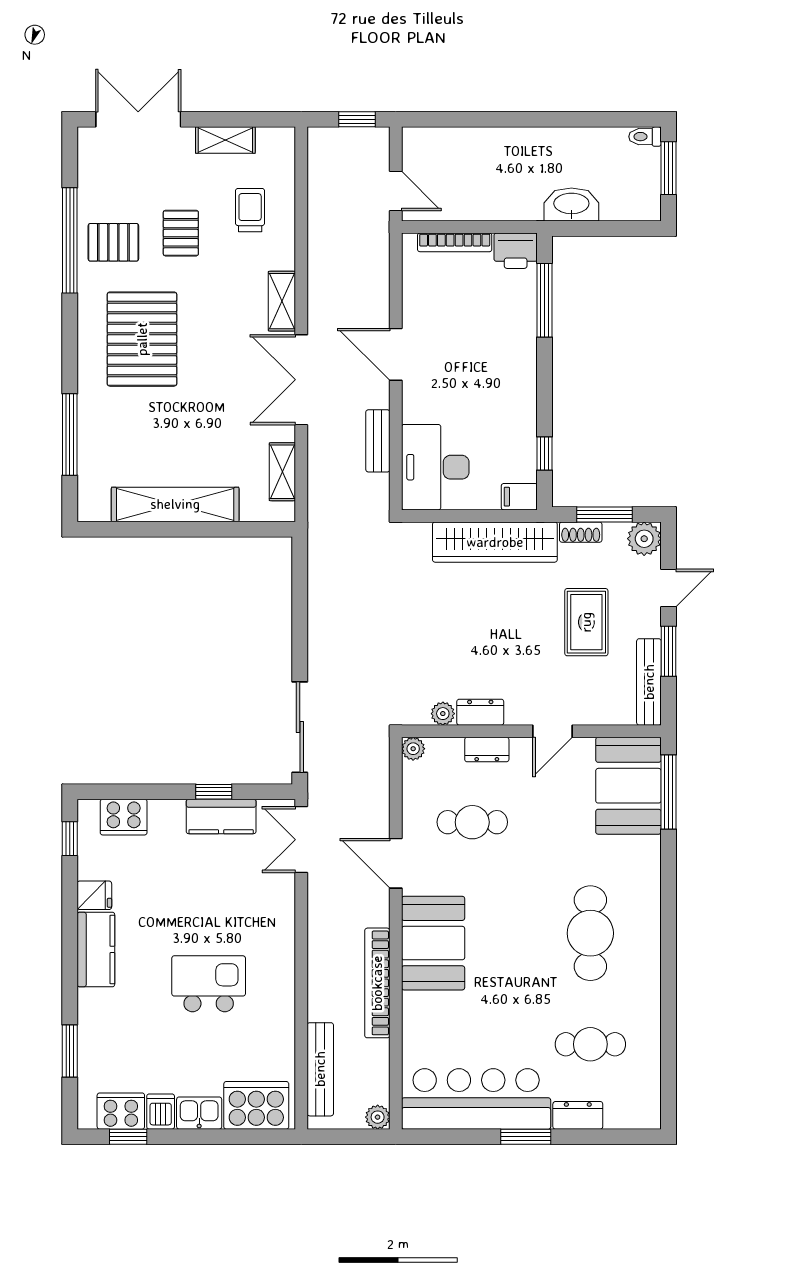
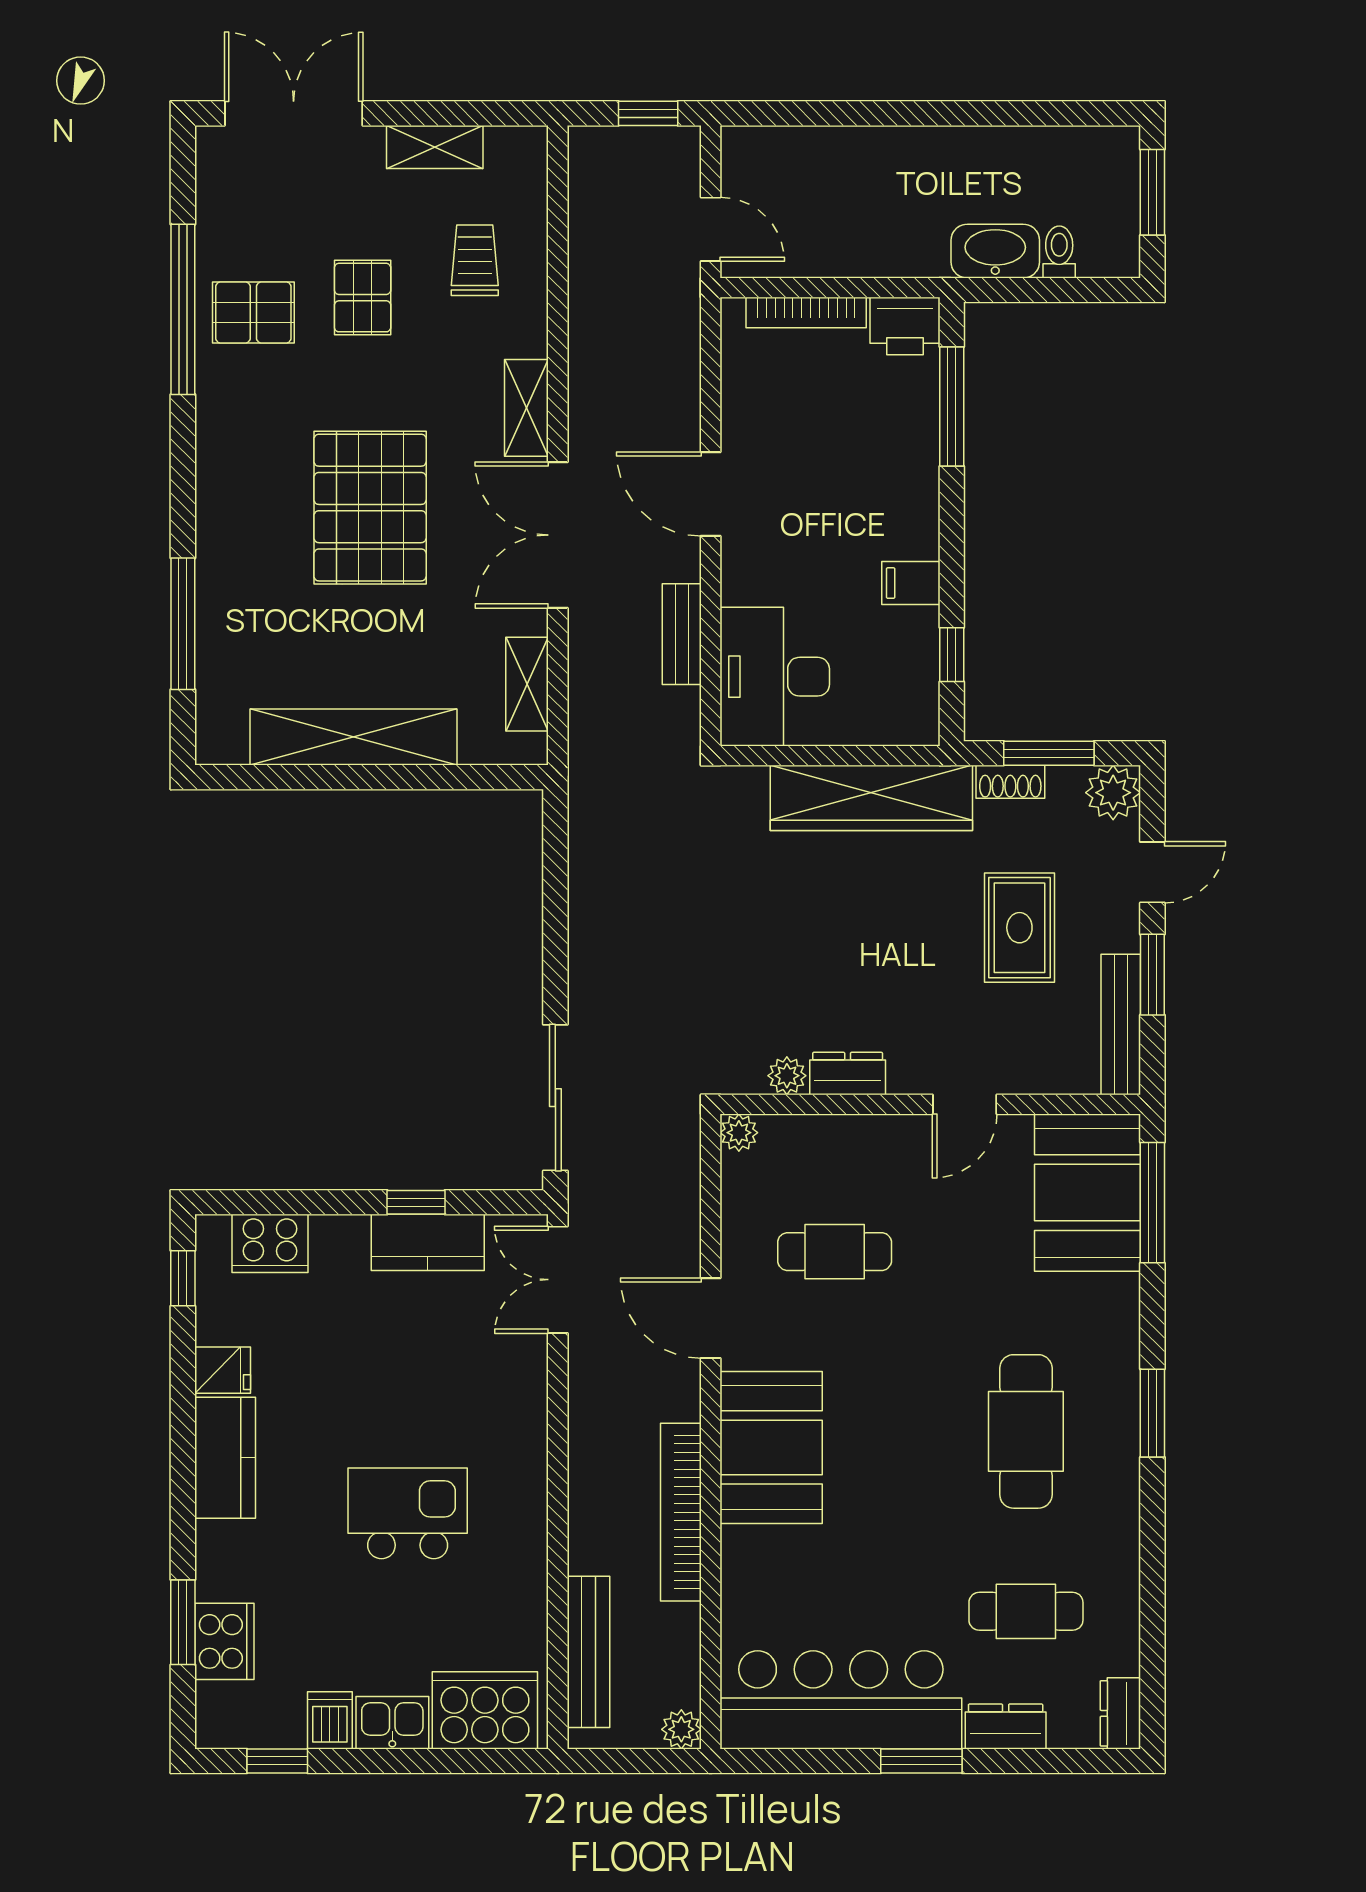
toilet: (645, 137) -> (1059, 252), moved, turned 90
pallet: (142, 339) -> (370, 508), moved
filing cabinet: (519, 497) -> (911, 583), moved
dresser: (487, 749) -> (1120, 1713), moved, turned 90
window: (668, 922) -> (1152, 1413), added
cooker: (121, 1111) -> (224, 1641), moved, turned 90

